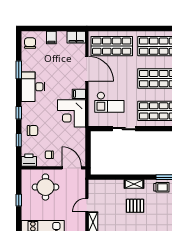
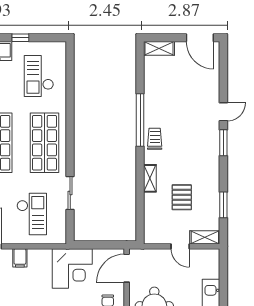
corner desk: (72, 113) -> (72, 268), moved
pallet: (135, 206) -> (182, 197), moved

